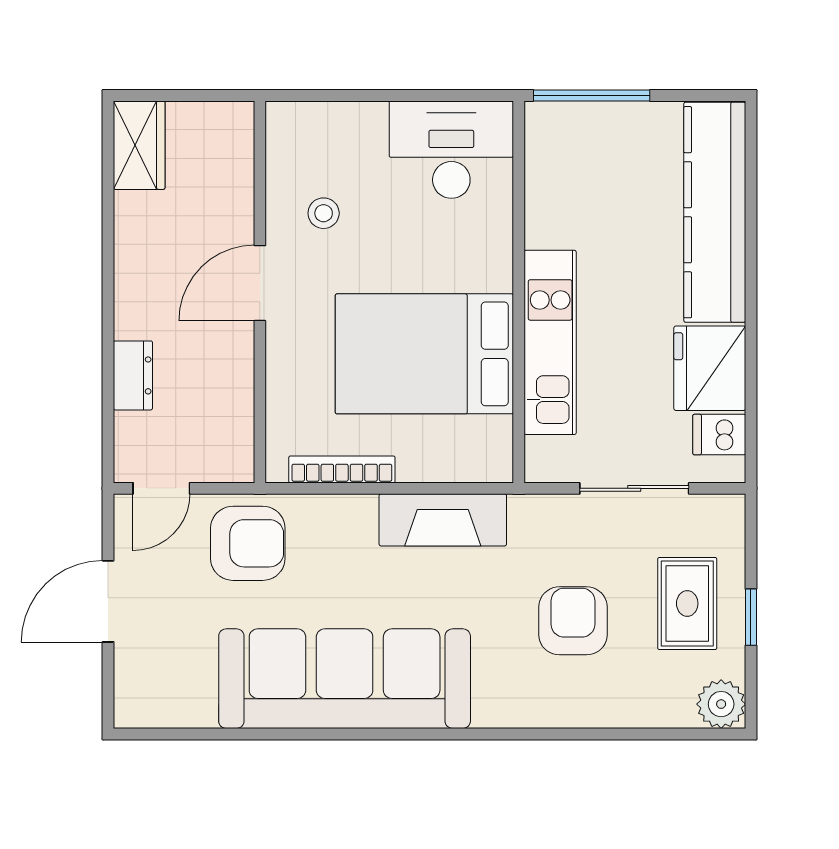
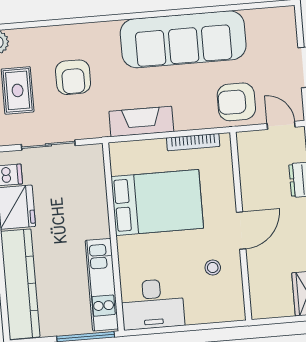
kitchen unit: (550, 342) -> (102, 285), moved
door: (161, 488) -> (281, 125), hinge flipped

